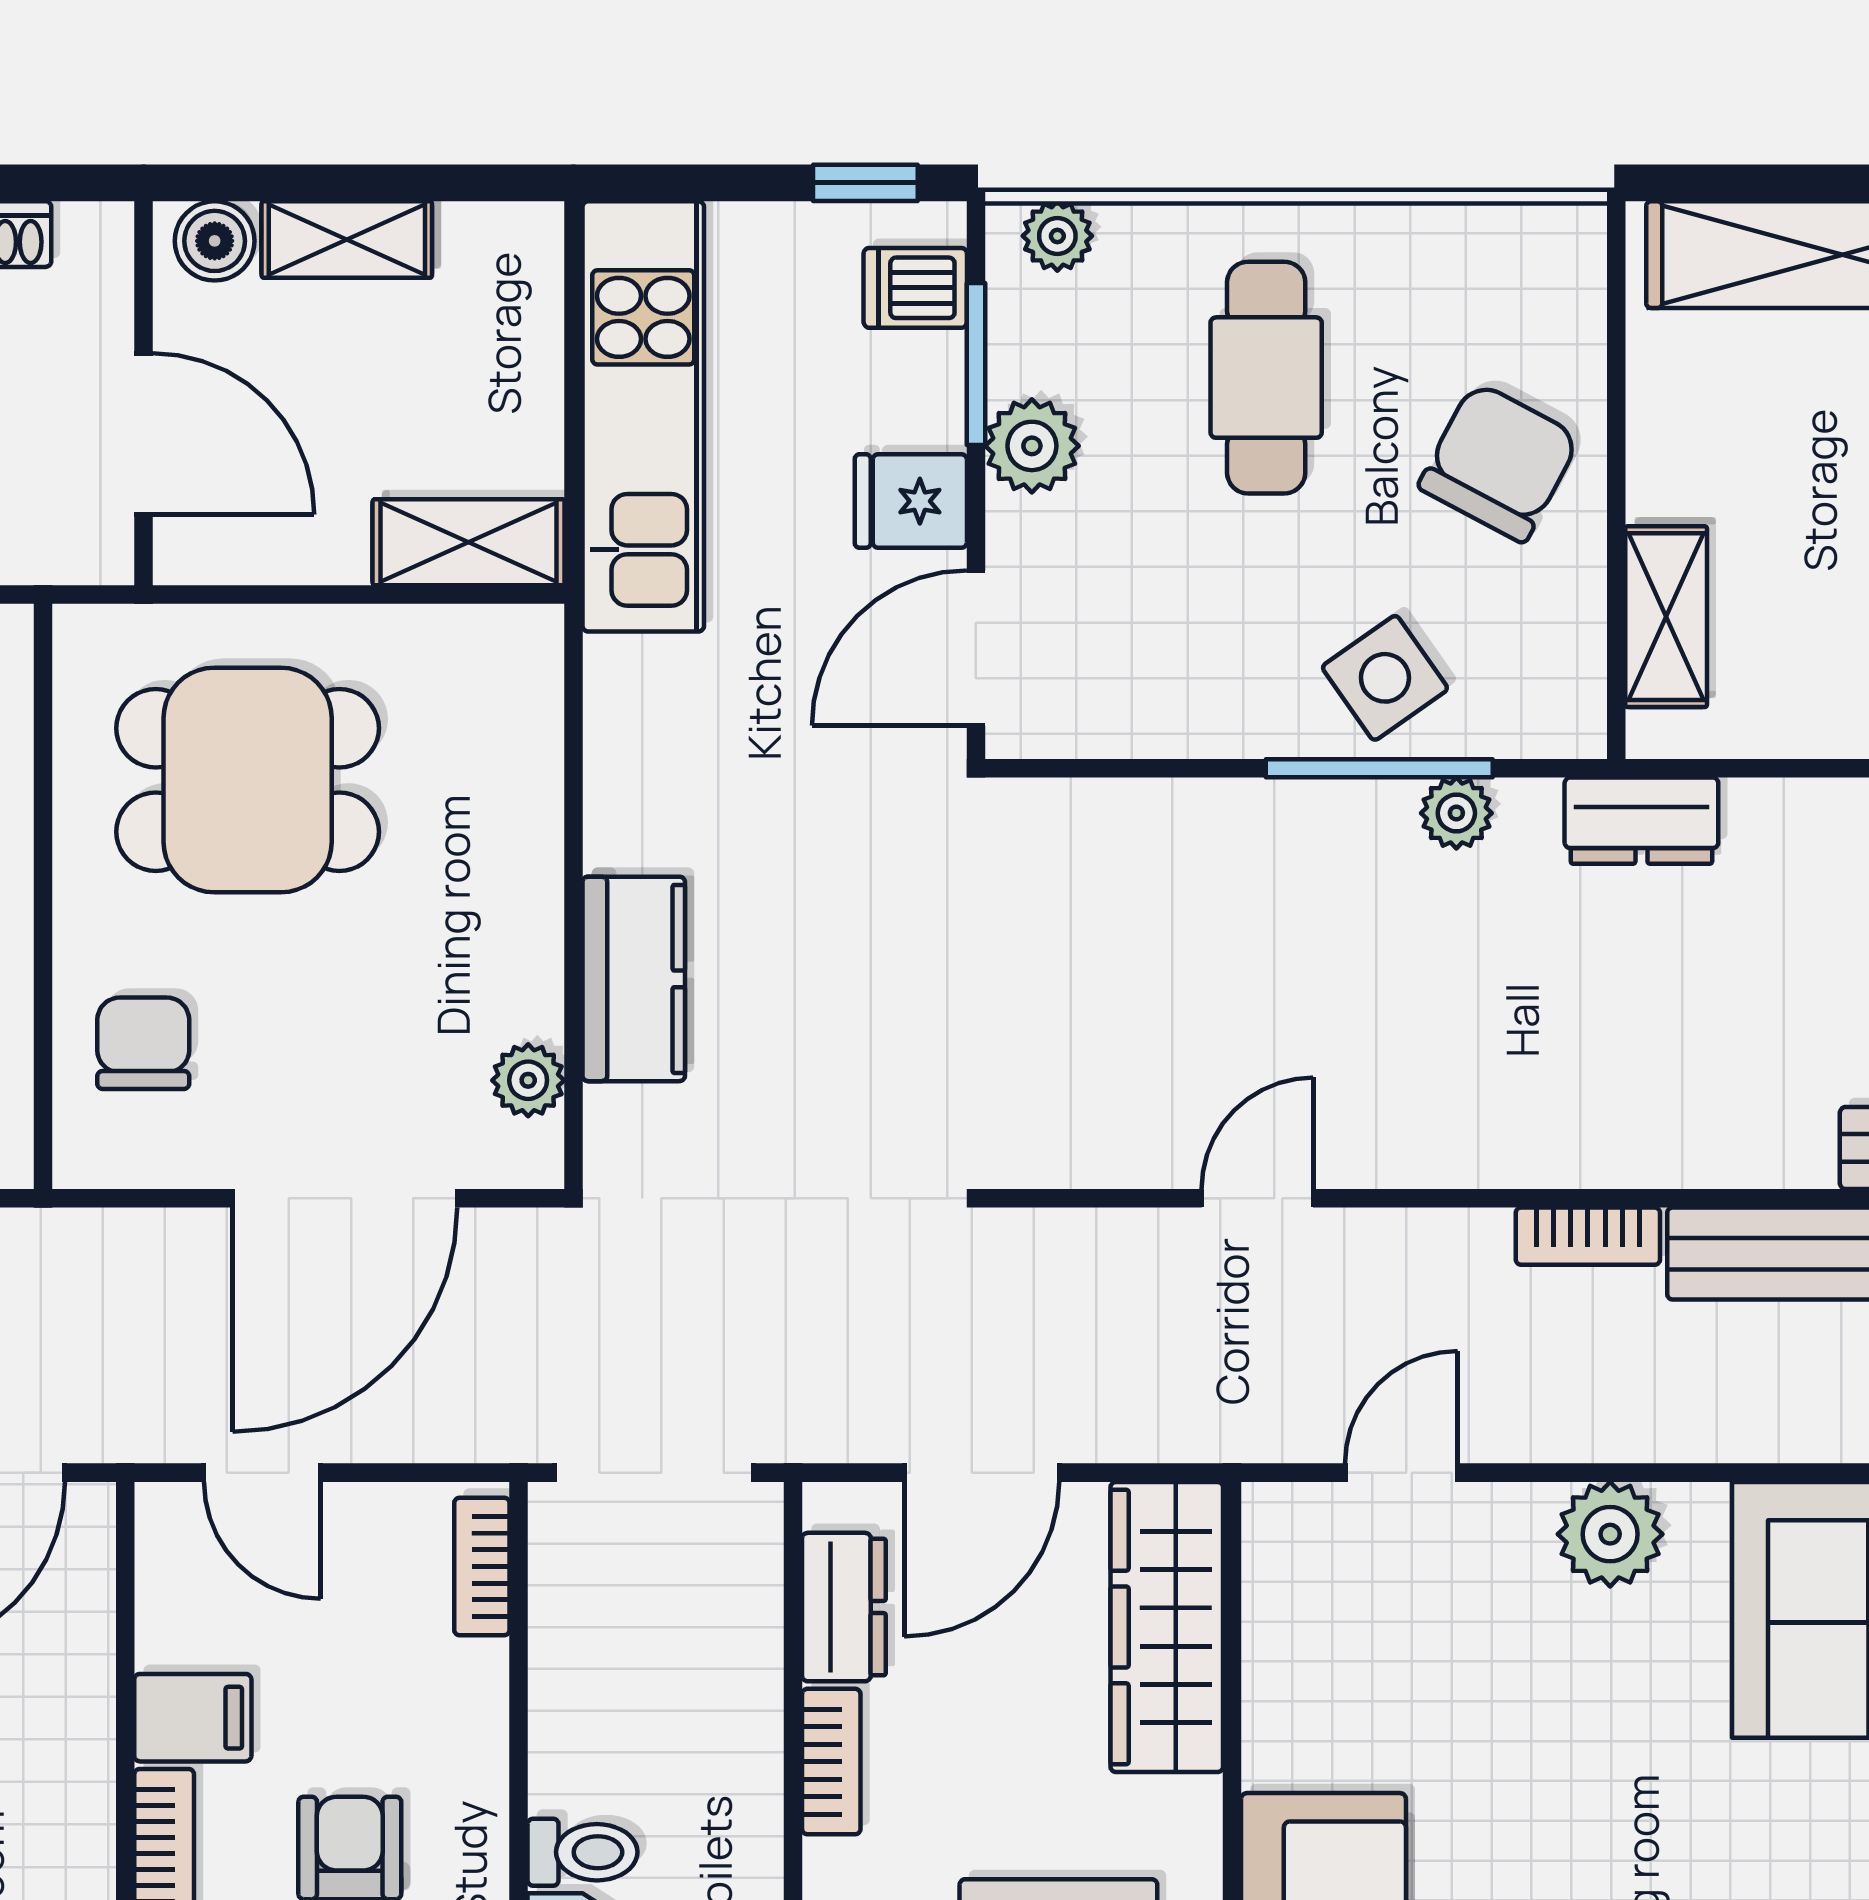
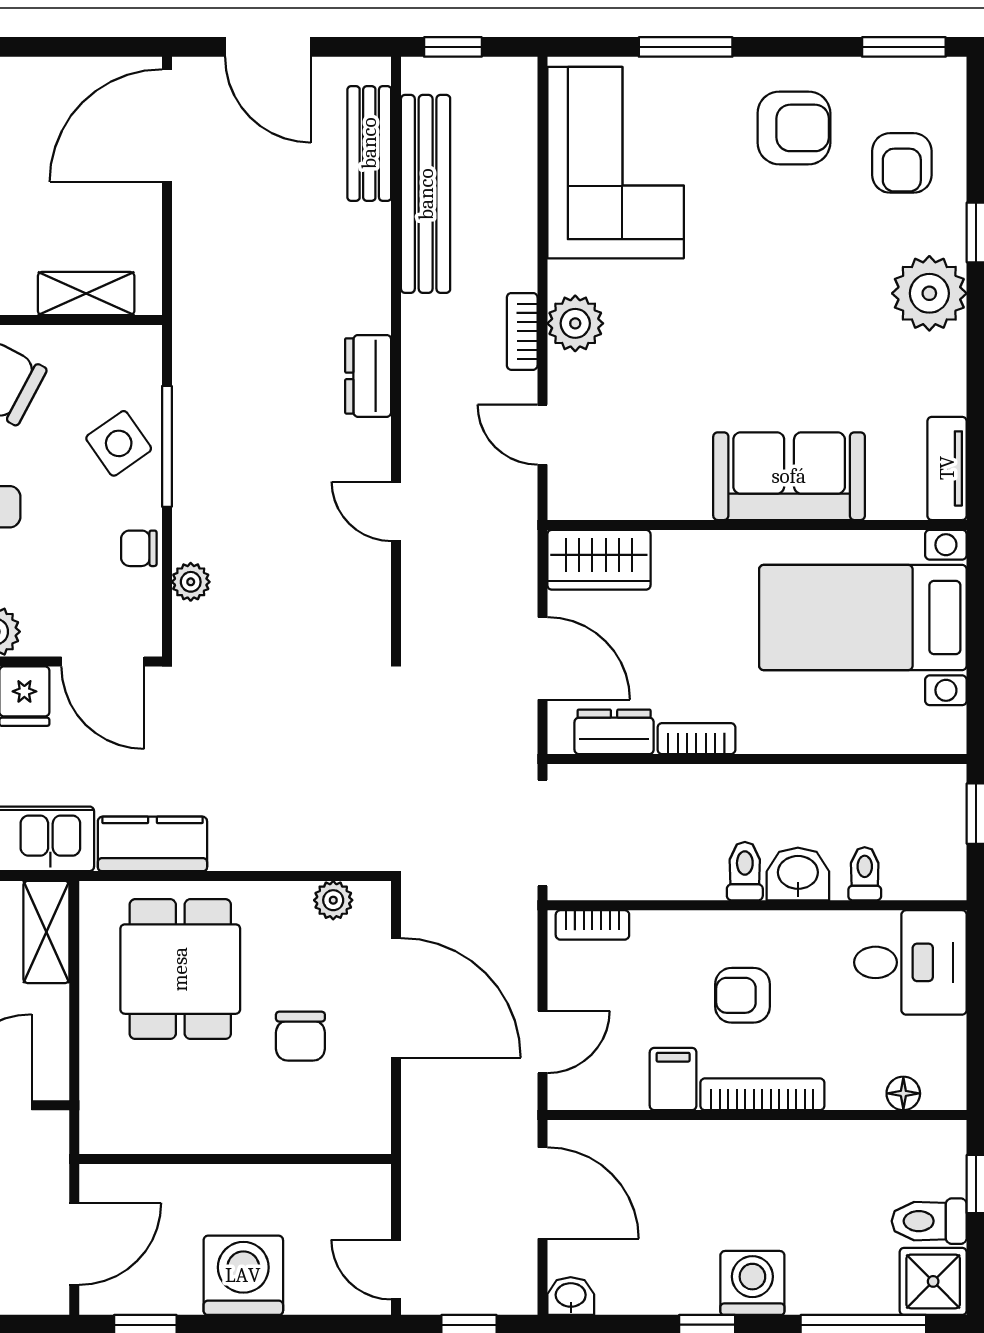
chair: (1188, 716) -> (139, 548), added
dining table: (248, 780) -> (180, 969), moved
plant: (1456, 813) -> (191, 582), moved
dresser: (1641, 821) -> (368, 376), moved, turned 180
kitchen counter: (634, 979) -> (152, 844), moved
chair: (143, 1043) -> (300, 1036), moved, turned -90
bookcase: (1588, 1236) -> (522, 331), moved, turned 180
wardrobe: (1167, 1627) -> (599, 560), width x0.67

